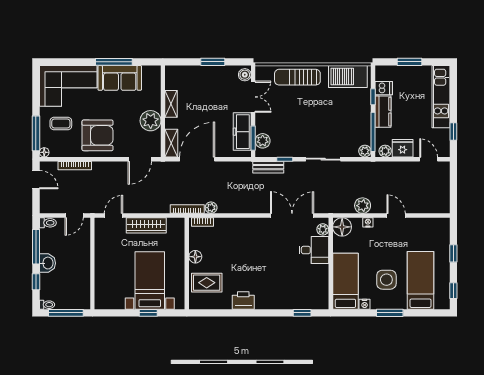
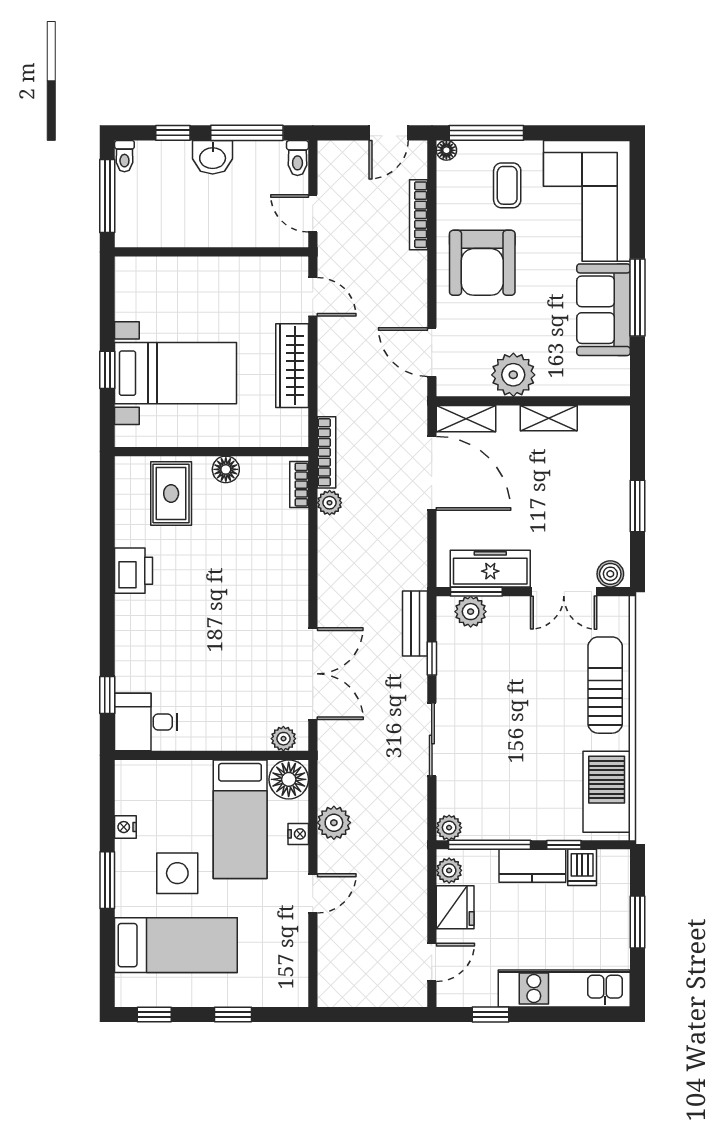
desk: (314, 250) -> (146, 722), moved, turned 90
bed: (345, 281) -> (240, 819), moved, turned 90

